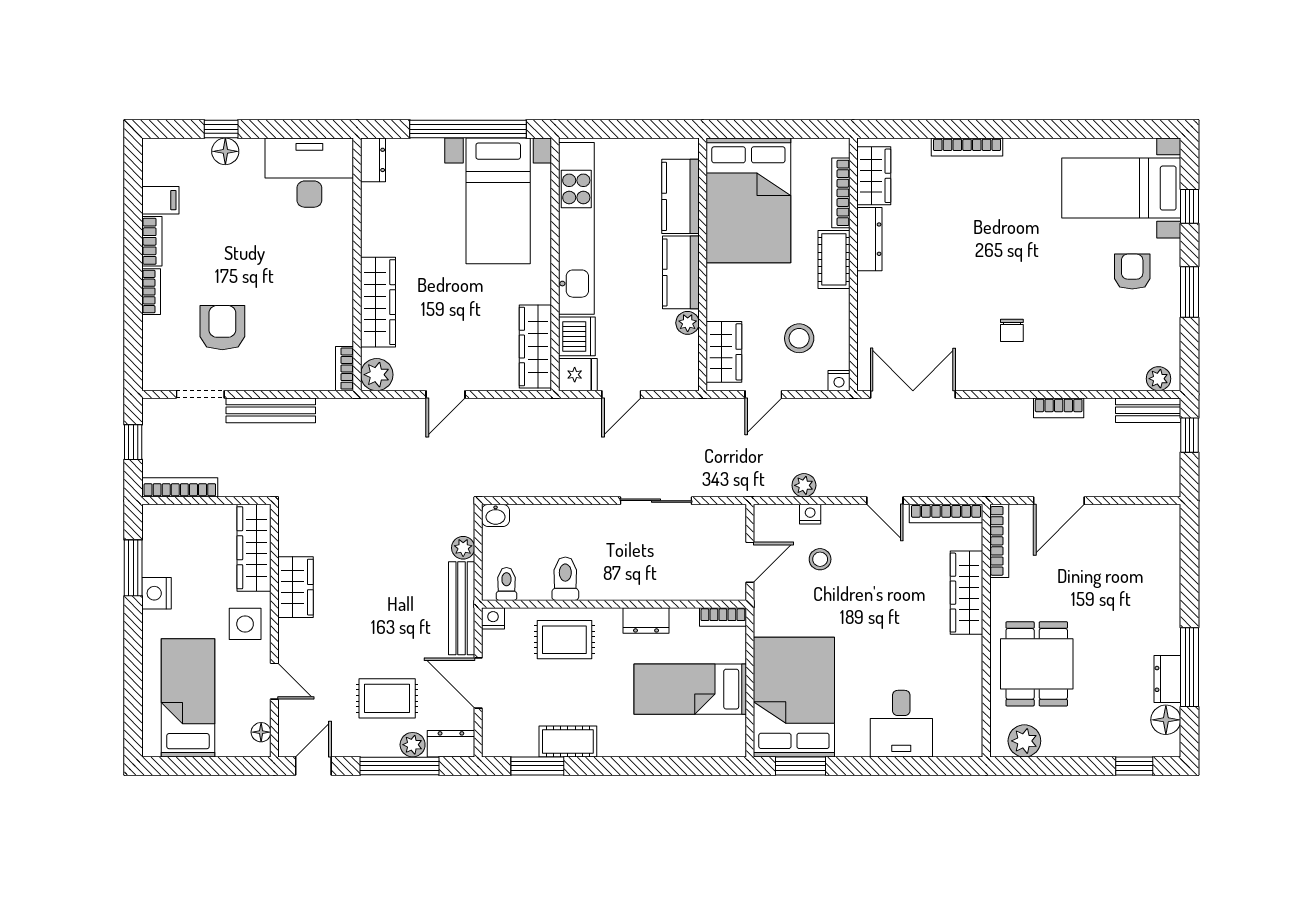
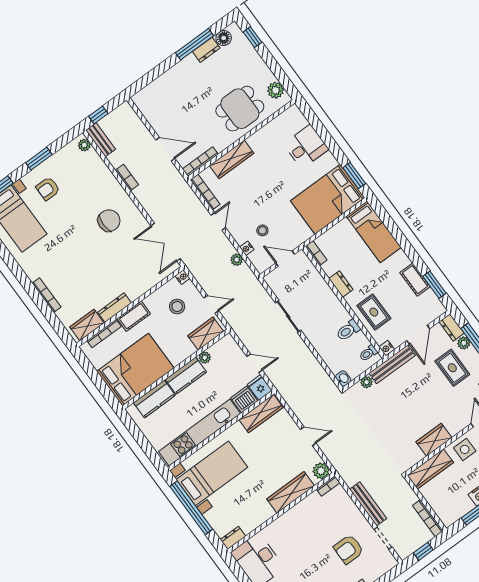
chair: (1012, 330) -> (109, 221), width x1.87, depth x1.87
bed: (690, 689) -> (374, 232), moved

